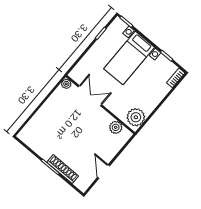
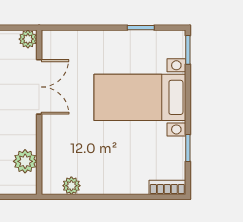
plant: (136, 117) -> (71, 186), width x0.53, depth x0.53

